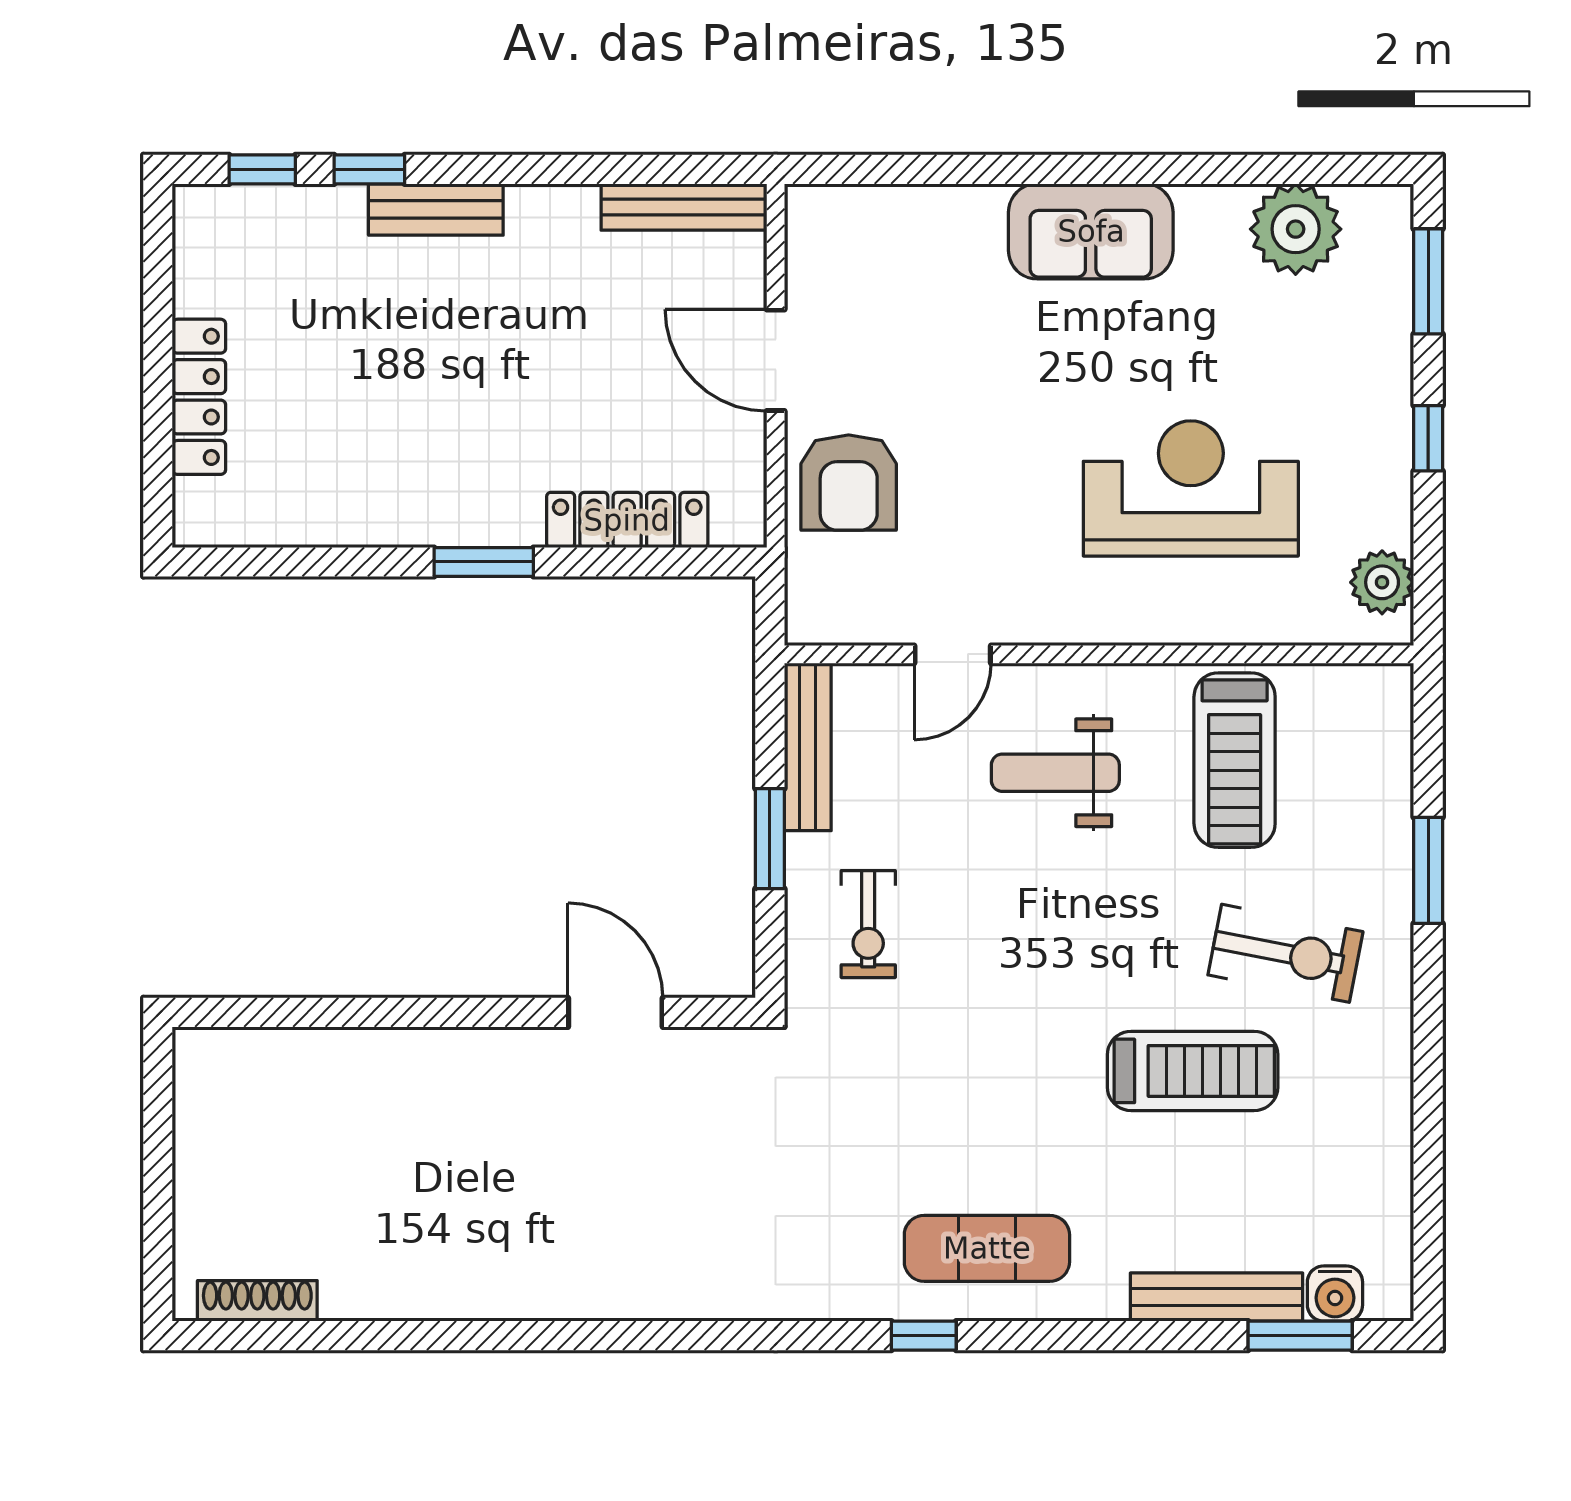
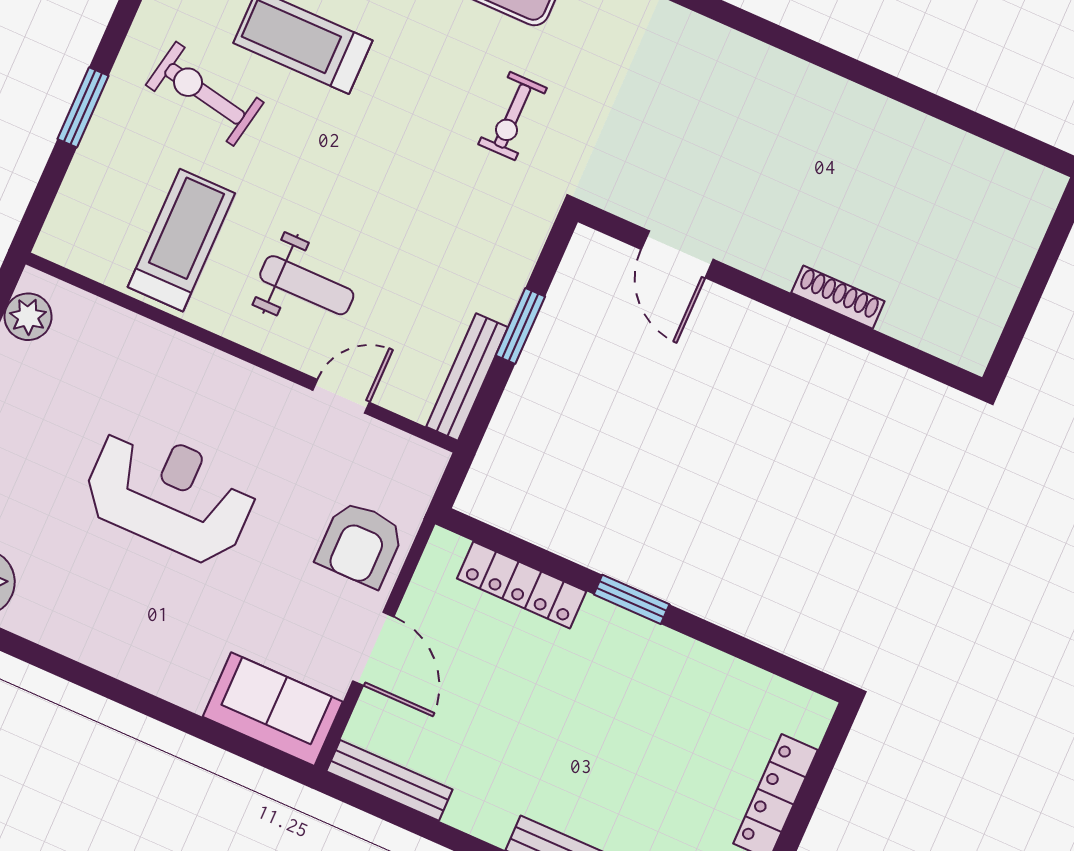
sofa: (1091, 231) -> (273, 709), moved
armchair: (849, 483) -> (360, 544), turned 180
reception desk: (1191, 488) -> (170, 494), moved, turned 180
exercise bike: (868, 924) -> (513, 116), moved, turned 180
shoe rack: (257, 1301) -> (838, 297), moved, turned 180

